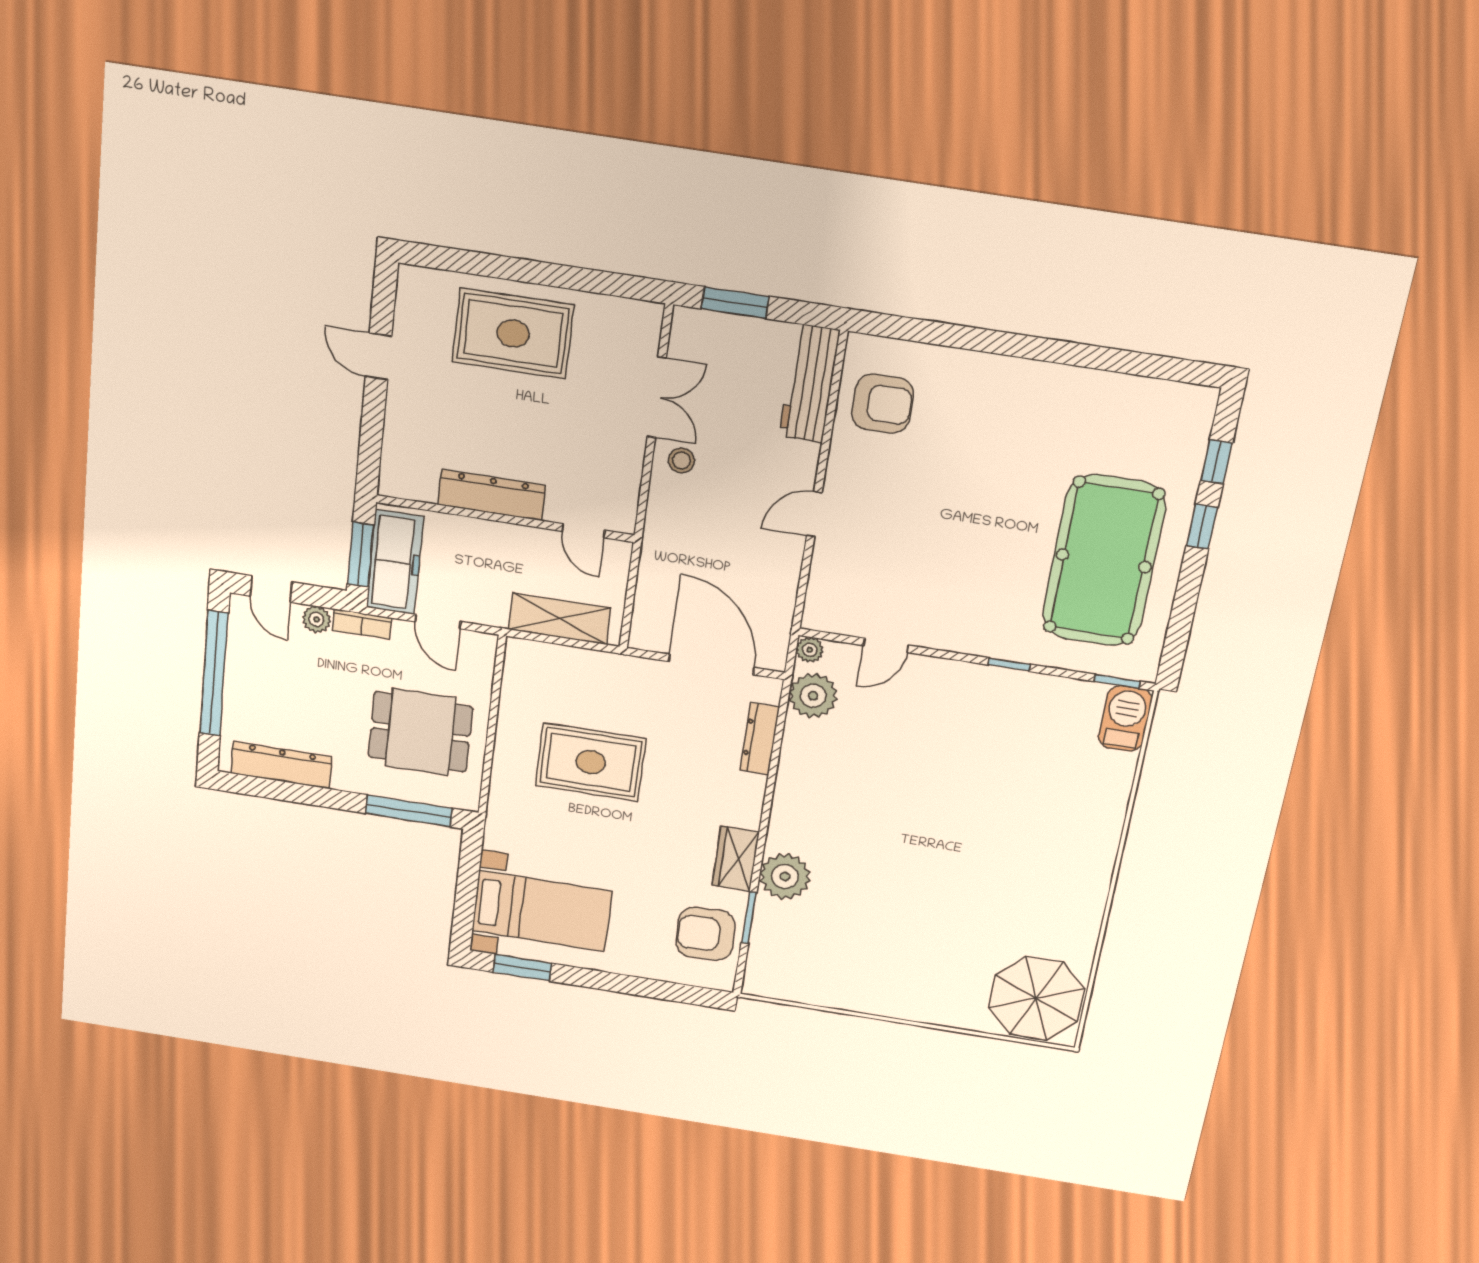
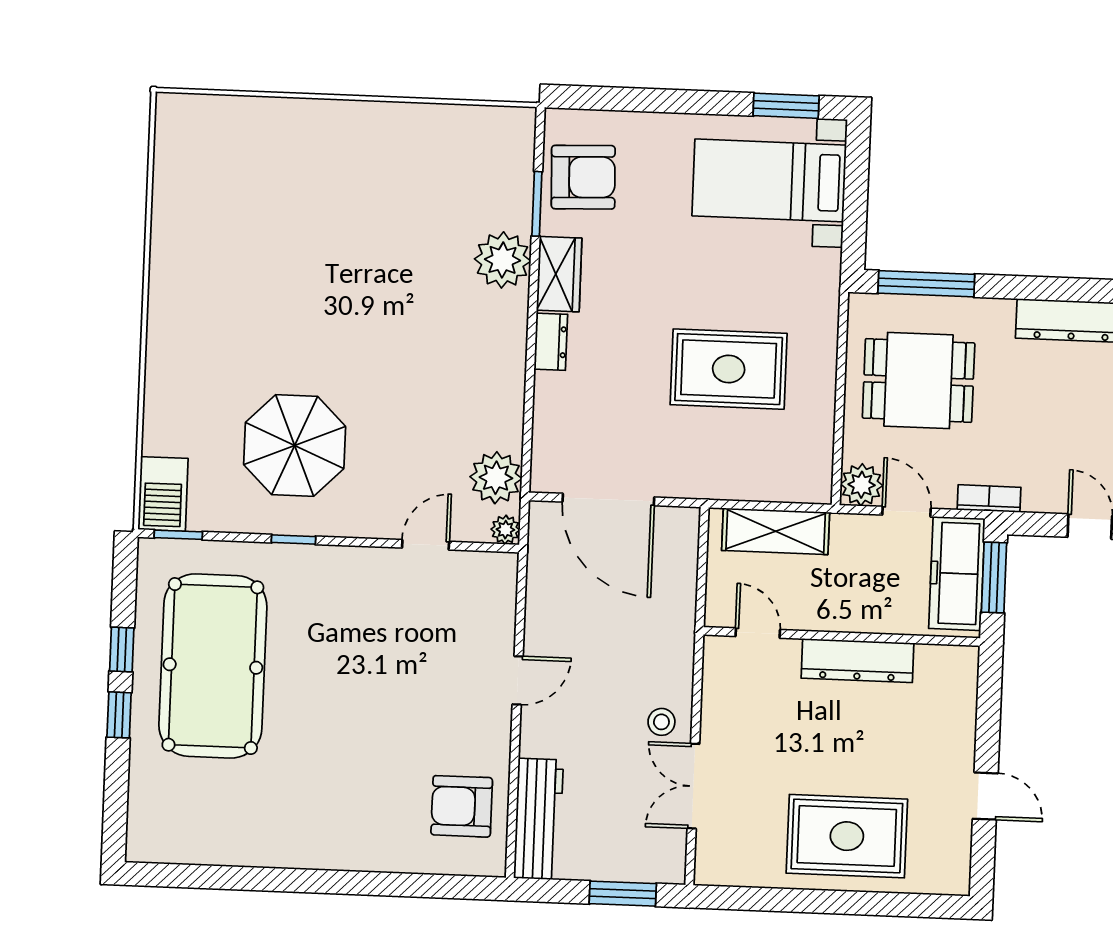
window: (1216, 462) -> (122, 649), moved
plant: (316, 619) -> (862, 485), moved, width x1.38, depth x1.38
dresser: (760, 739) -> (551, 342), moved, width x0.70
parasol: (1036, 998) -> (295, 446), moved

